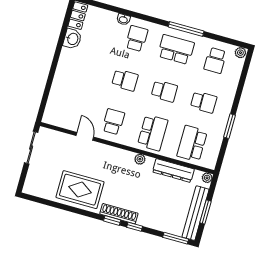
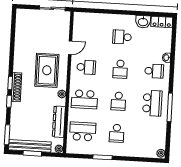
school desk: (215, 60) -> (122, 37), moved
rug: (80, 190) -> (47, 70), moved

